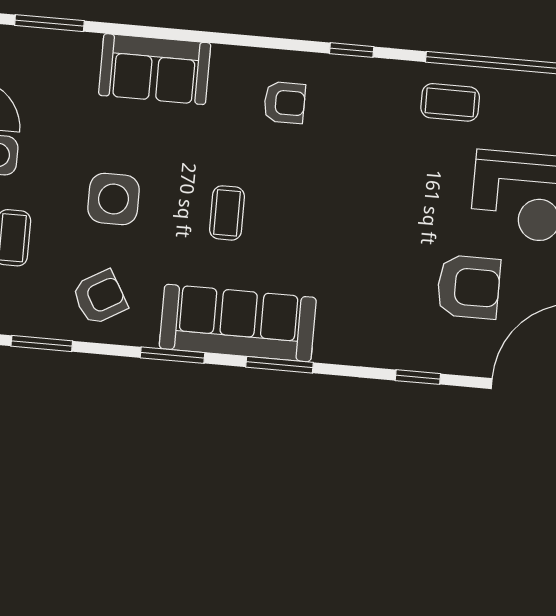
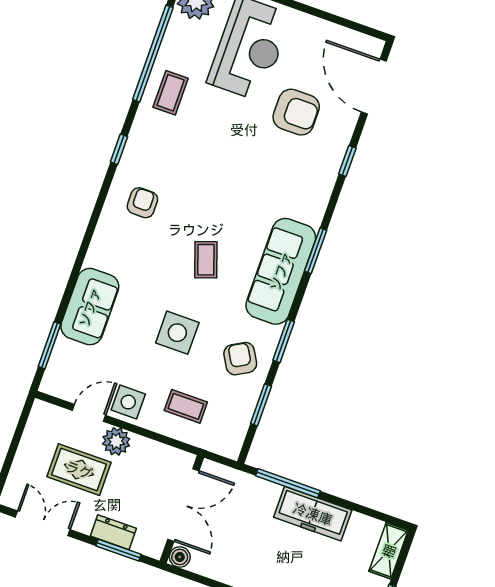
sofa: (155, 69) -> (90, 307), moved
coffee table: (227, 213) -> (206, 260), turned 71
armchair: (468, 287) -> (296, 112), turned 90
window: (173, 355) -> (284, 341), moved

